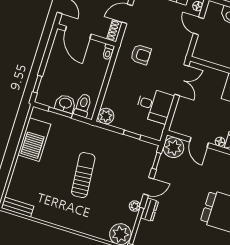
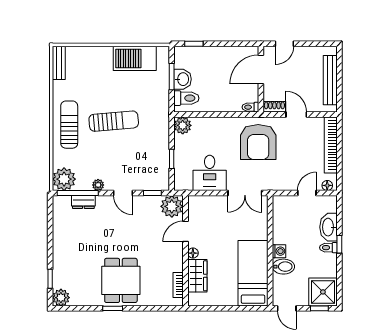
armchair: (141, 55) -> (258, 142), width x1.88, depth x1.88
dresser: (150, 210) -> (83, 202), moved
sun lounger: (74, 215) -> (69, 125), added

